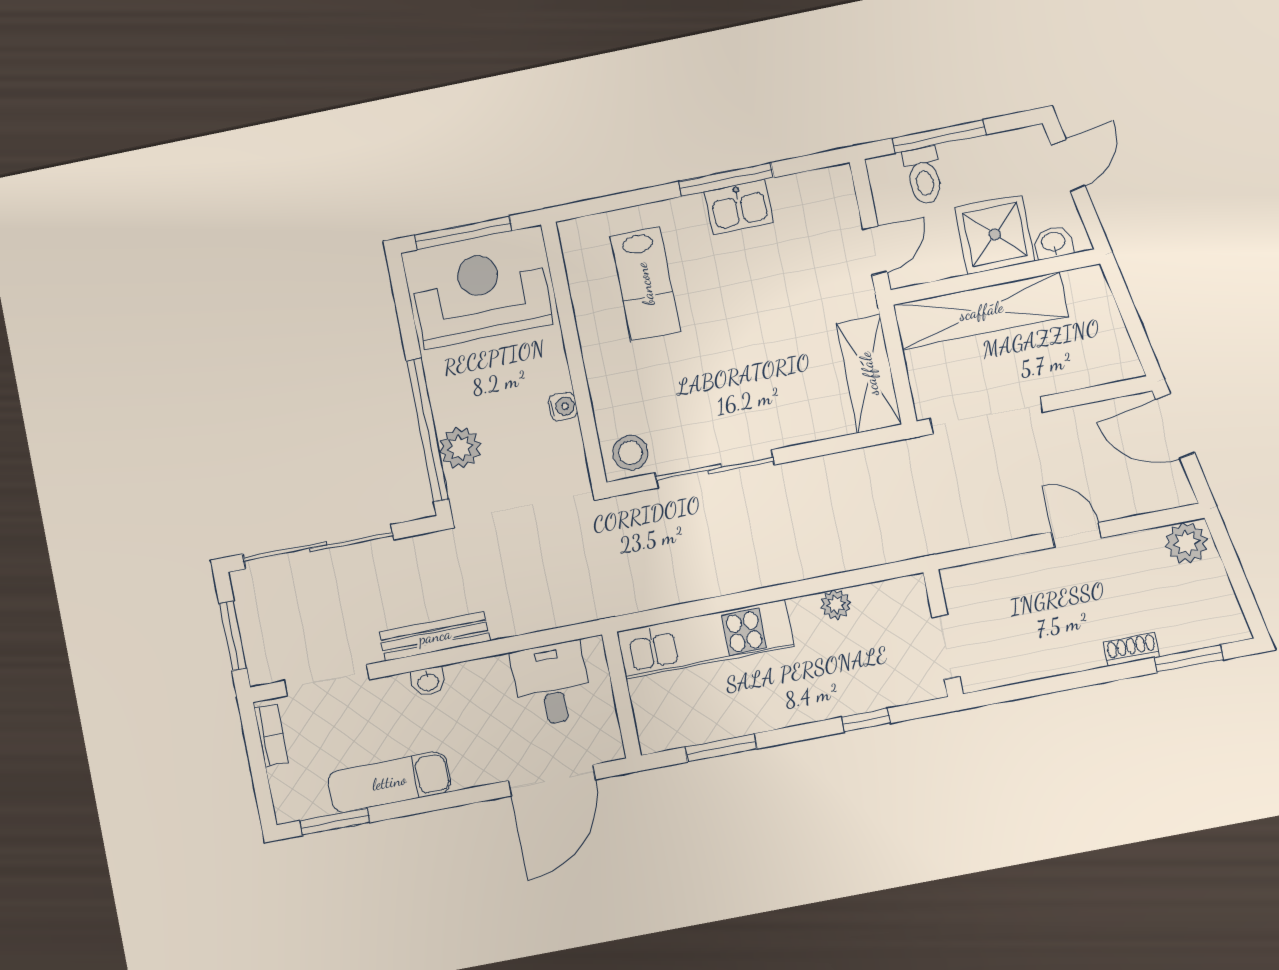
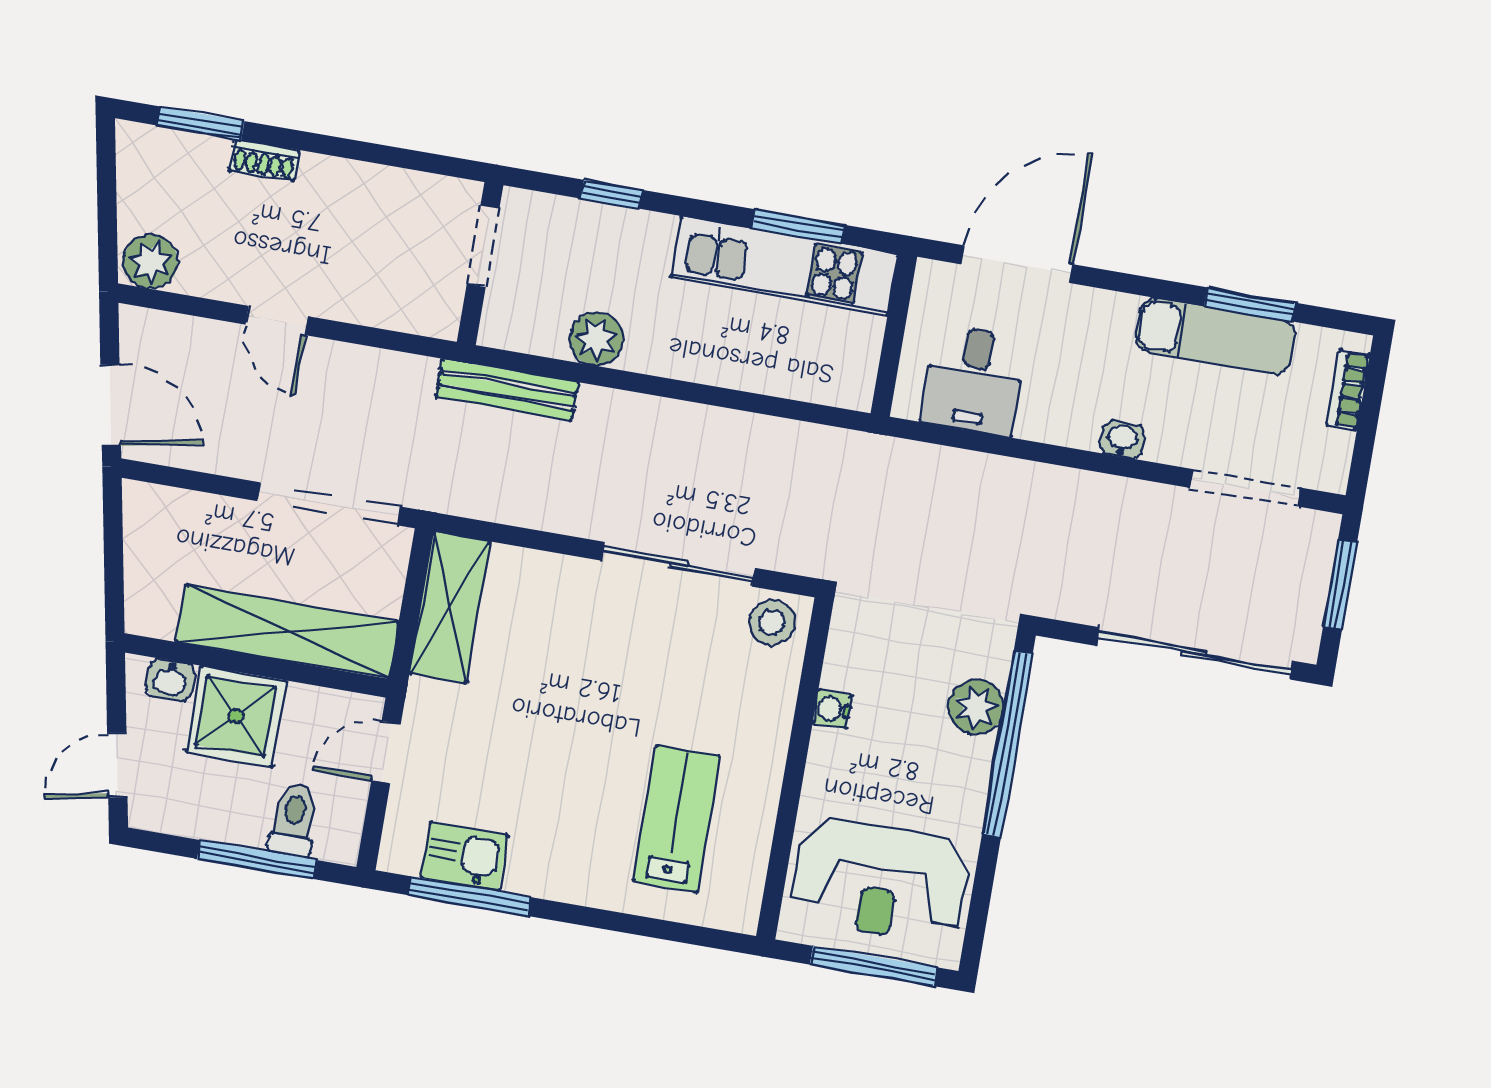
window: (726, 180) -> (469, 896), moved
kitchen sink: (739, 207) -> (464, 856), moved
plant: (836, 605) -> (596, 339), width x1.38, depth x1.38
bench: (435, 636) -> (507, 390), moved
kitchen unit: (705, 639) -> (784, 265), moved, turned 180
bookcase: (271, 735) -> (1348, 390), moved
window: (335, 822) -> (1250, 304), moved

